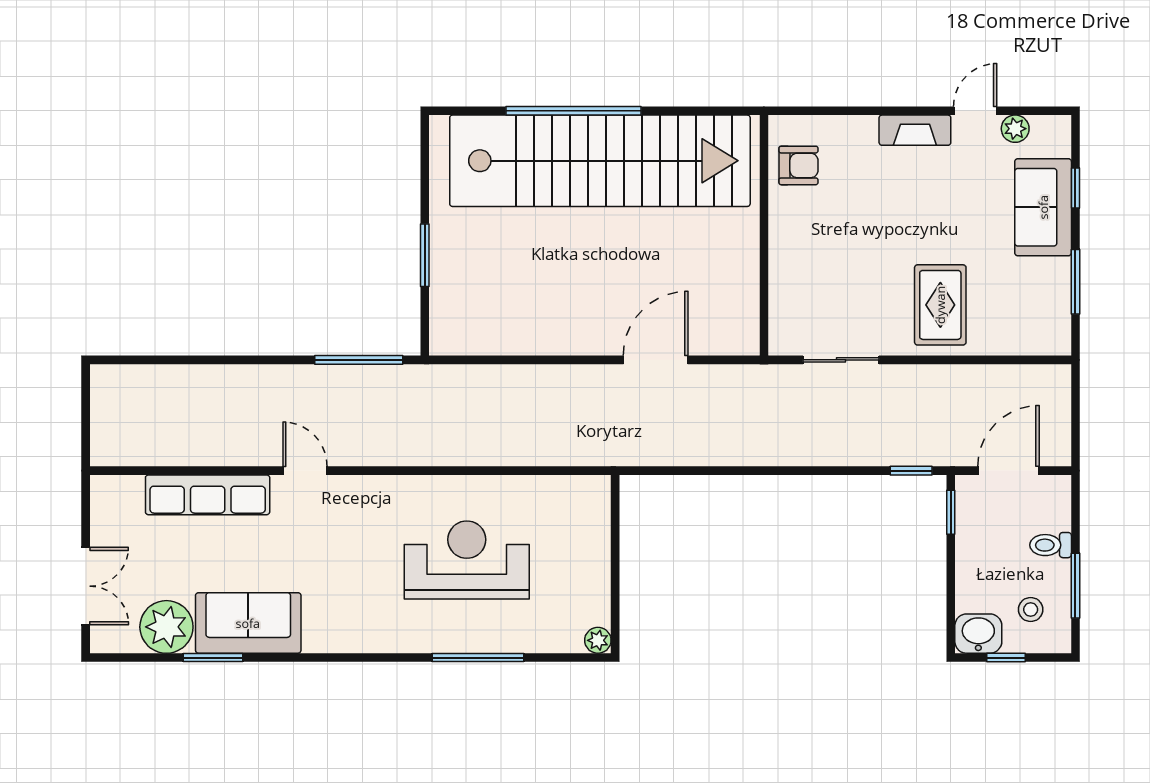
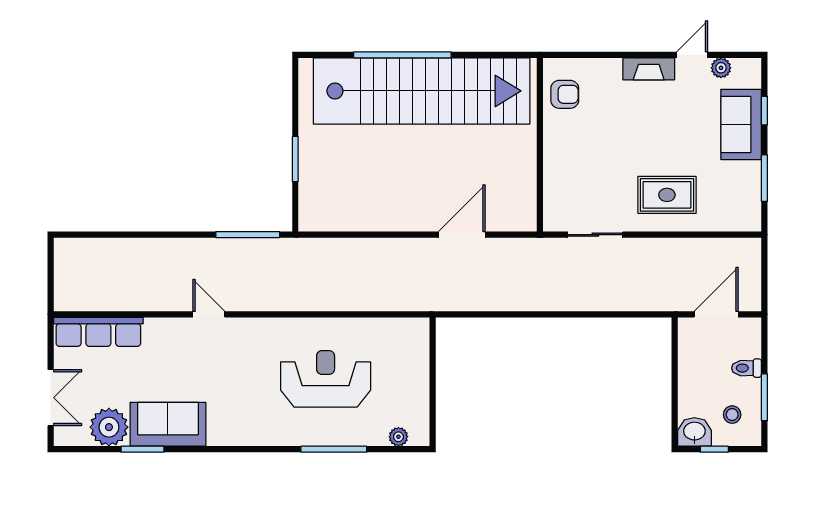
rug: (940, 305) -> (667, 195), turned 90
window: (911, 471) -> (646, 314), removed
row of seats: (208, 495) -> (98, 332), moved
window: (951, 512) -> (675, 344), removed
plant: (598, 640) -> (398, 437), moved

